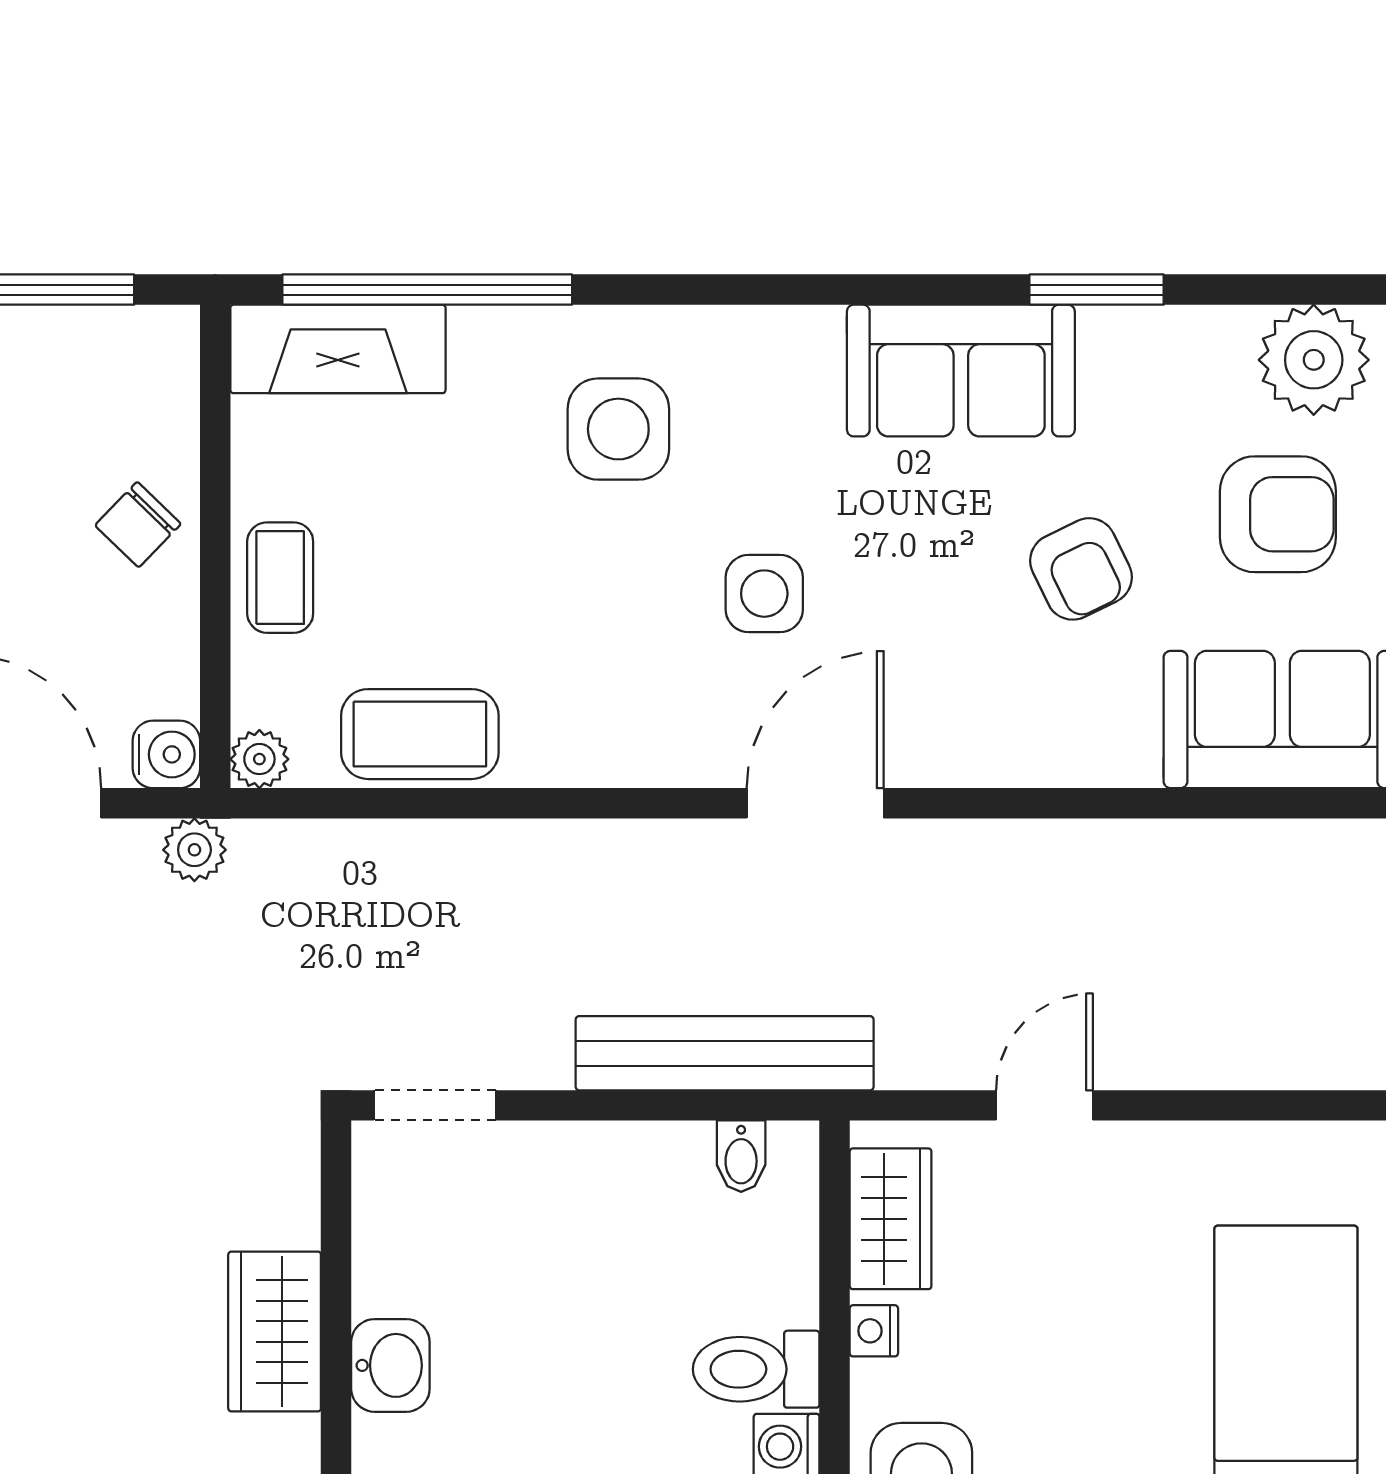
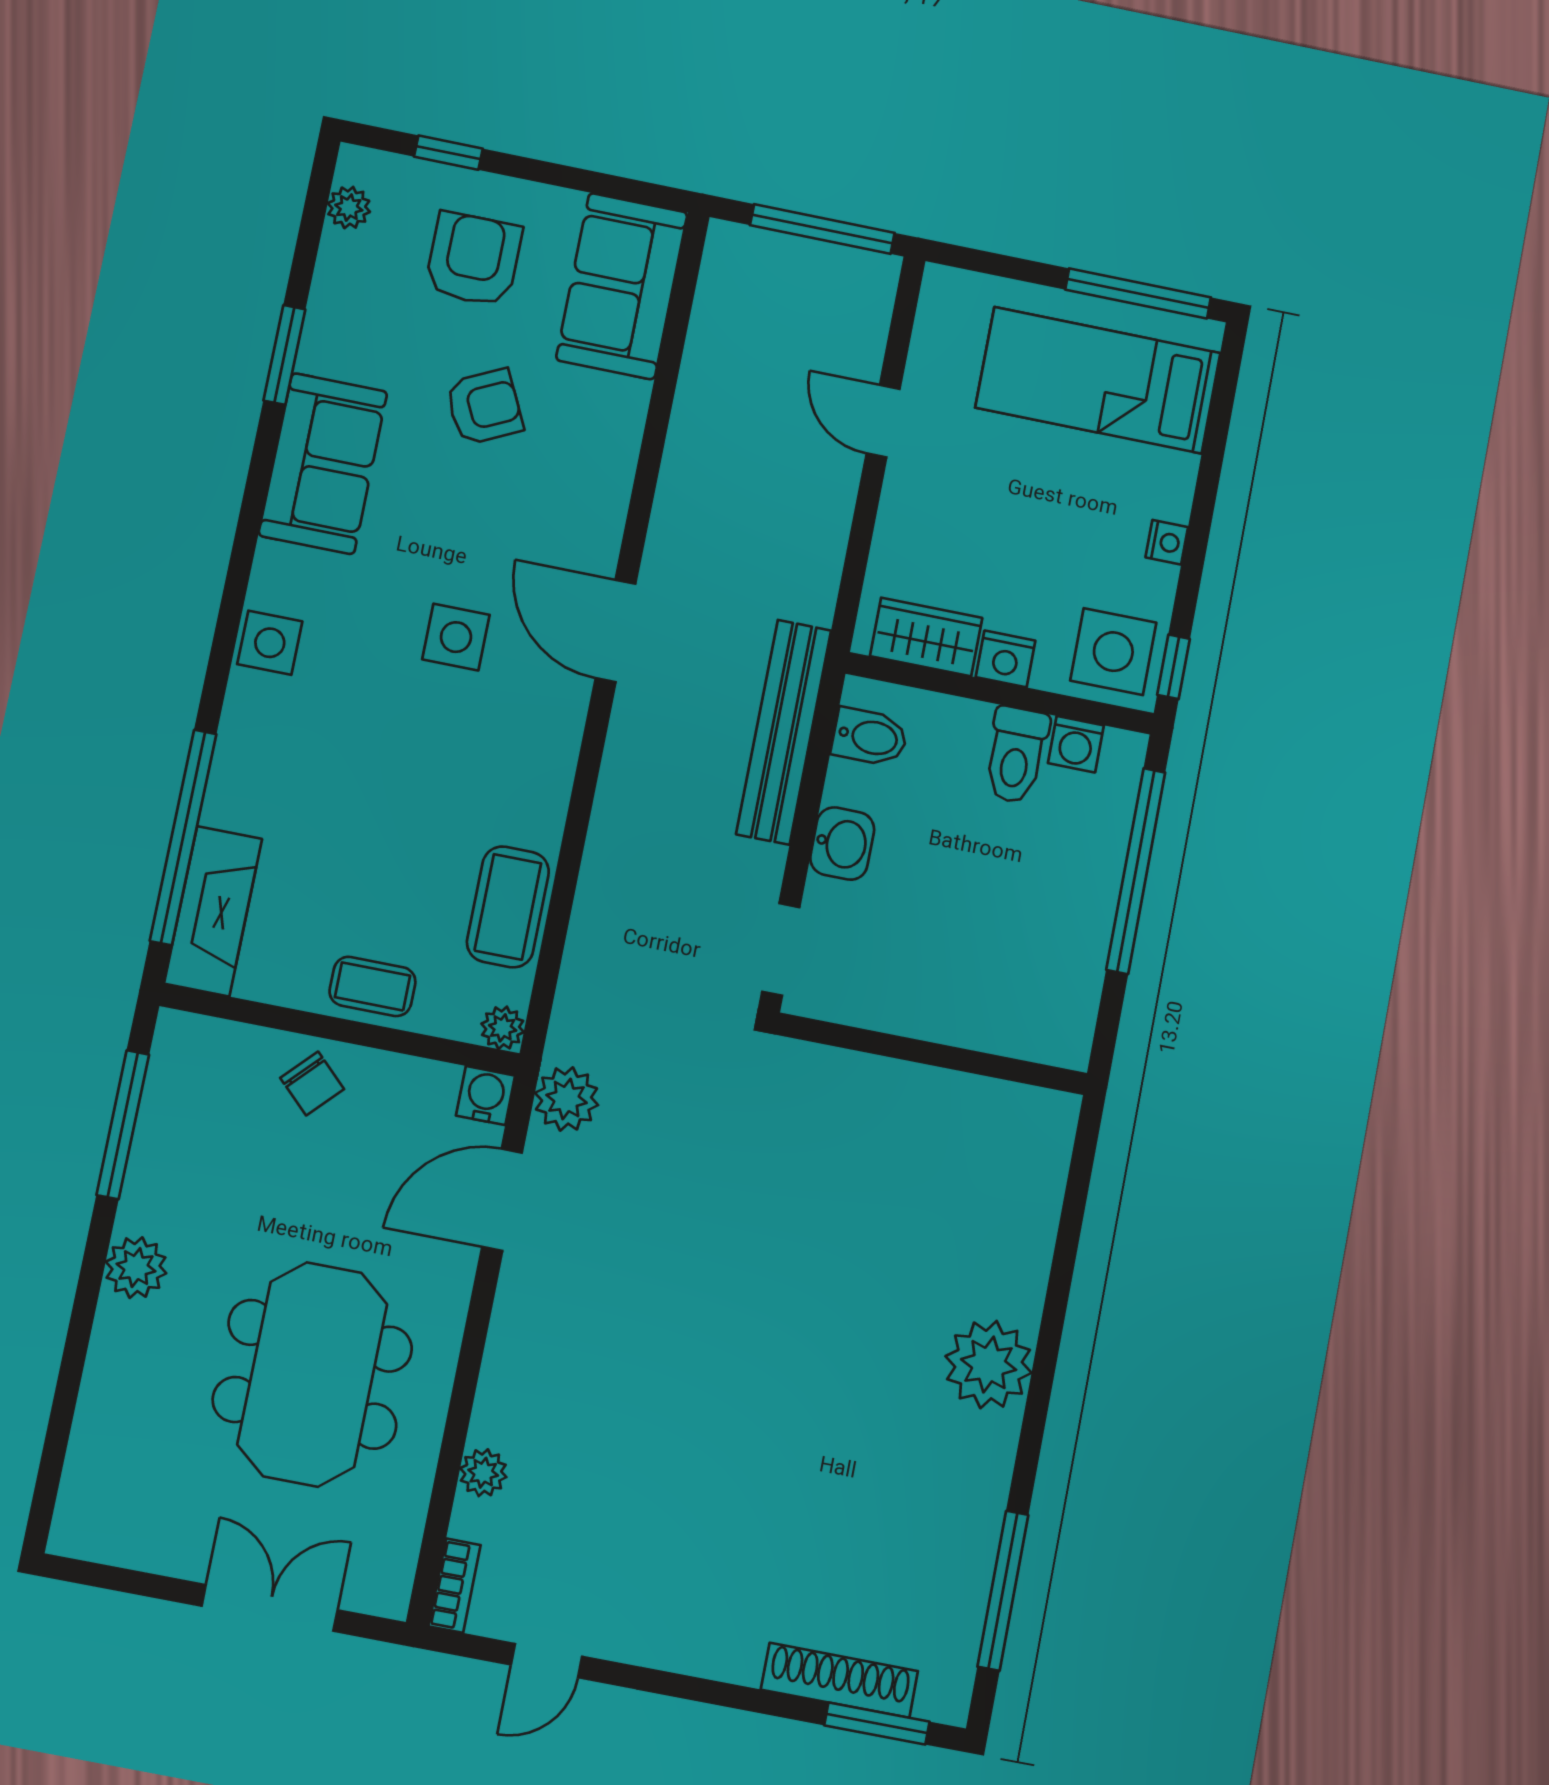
plant: (1314, 360) -> (349, 208), width x0.53, depth x0.53
side table: (618, 429) -> (270, 643), moved, width x0.73, depth x0.73
plant: (194, 850) -> (567, 1099), width x1.38, depth x1.38
door: (1044, 1105) -> (883, 421), moved
bidet: (741, 1156) -> (870, 737), width x1.38, depth x1.36
wardrobe: (275, 1331) -> (923, 1099), removed
nightstand: (874, 1331) -> (1006, 659), width x1.39, depth x1.35
washbasin: (390, 1365) -> (842, 844), moved, turned 90

